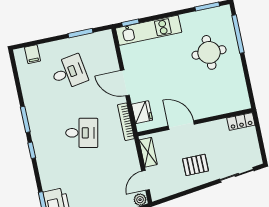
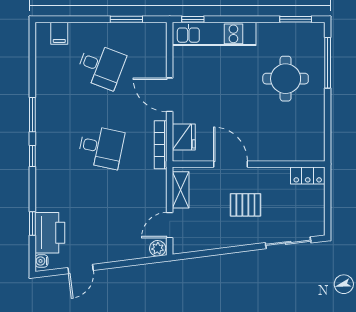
desk: (69, 72) -> (101, 66), turned 30
pallet: (195, 165) -> (245, 205), moved

